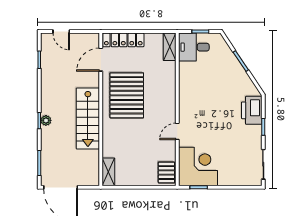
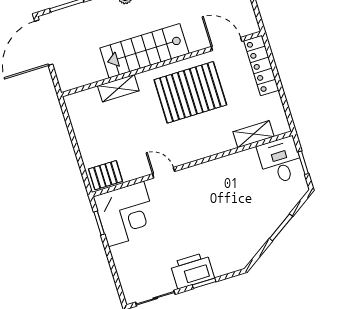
shelving: (170, 47) -> (254, 134), moved
printer: (252, 110) -> (192, 270), moved
shelving: (108, 172) -> (118, 88), moved

